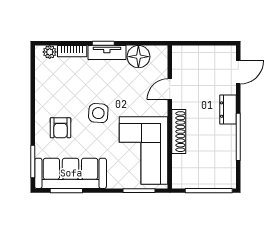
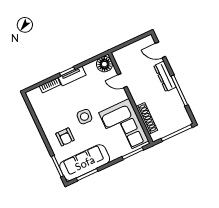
plant: (50, 52) -> (36, 92), removed
floor lamp: (138, 57) -> (104, 64), moved
door: (238, 72) -> (160, 50), swing flipped
door: (170, 89) -> (122, 81), hinge flipped
dresser: (228, 110) -> (165, 76), width x1.44
shoe rack: (179, 132) -> (147, 118), moved

